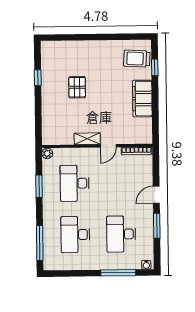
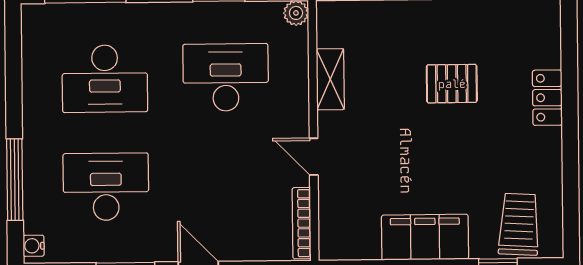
locker: (83, 47) -> (547, 98), added
shelving: (87, 139) -> (330, 79), moved
desk: (75, 235) -> (105, 79), turned 180

